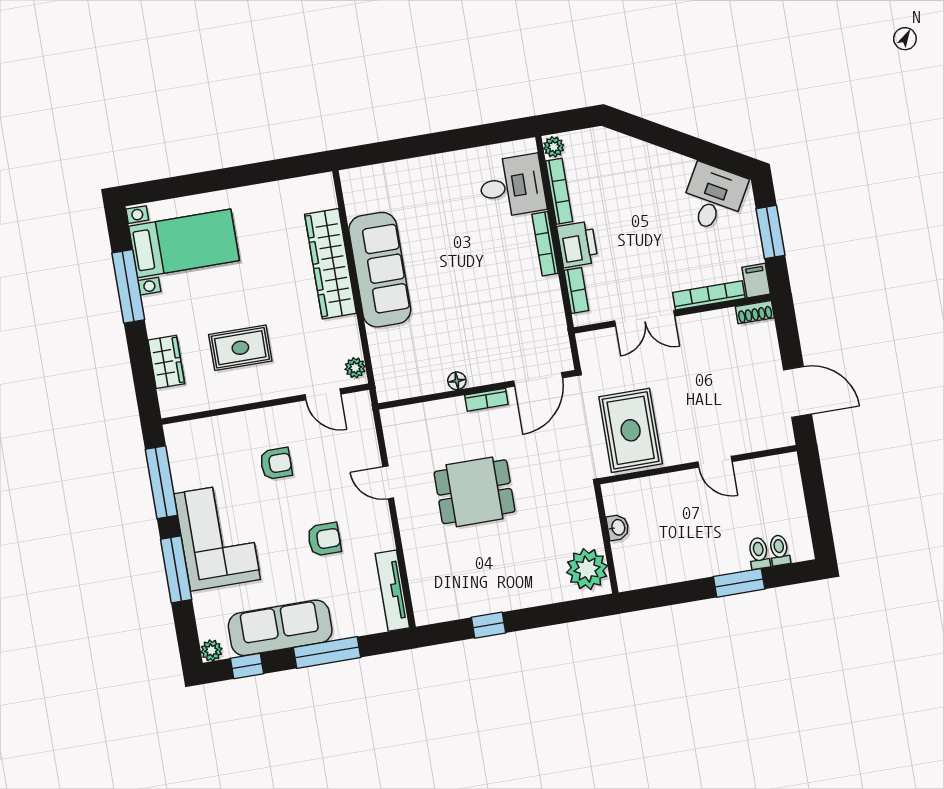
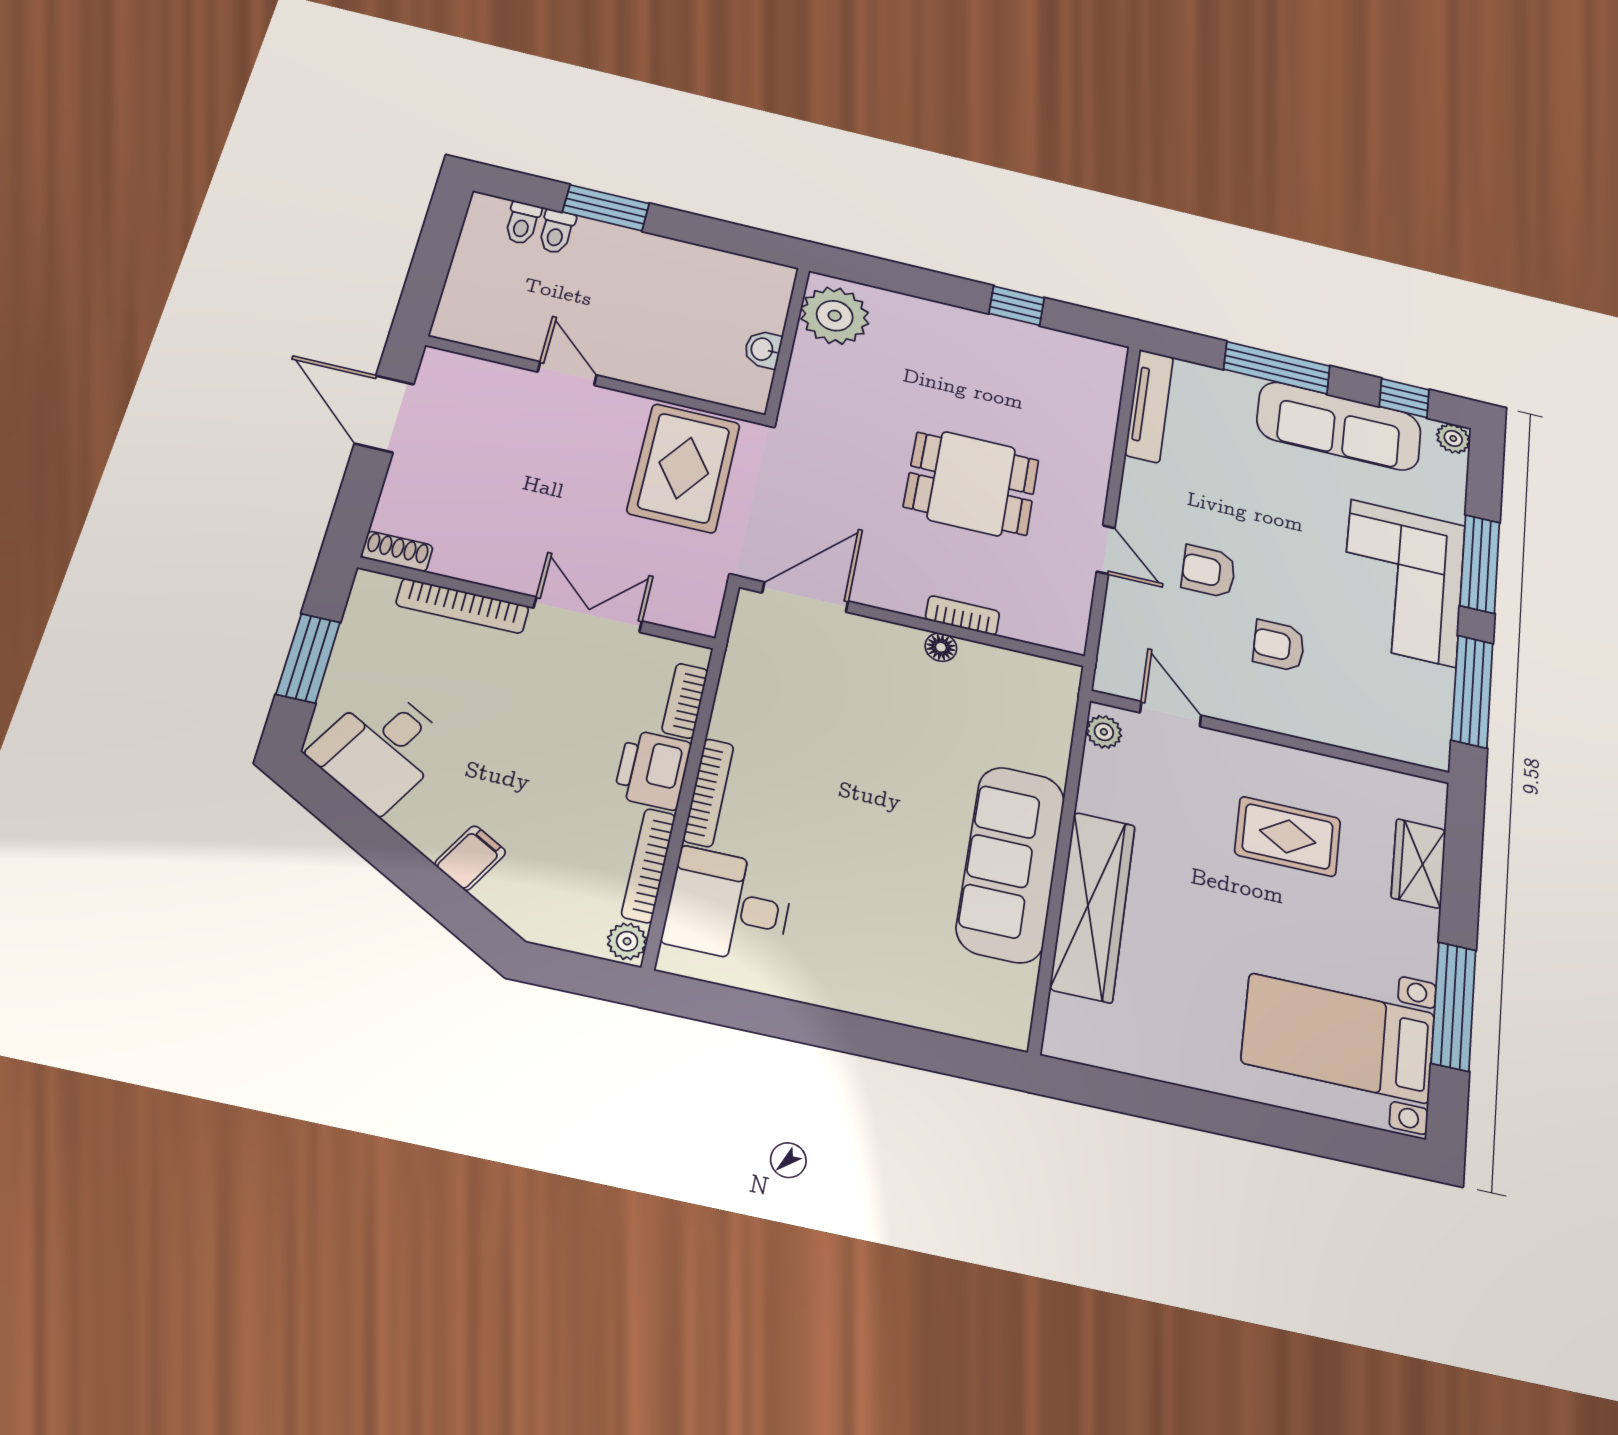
filing cabinet: (756, 281) -> (470, 858), moved, turned -151
bookcase: (486, 400) -> (963, 615), moved
armchair: (324, 539) -> (1209, 571), moved

